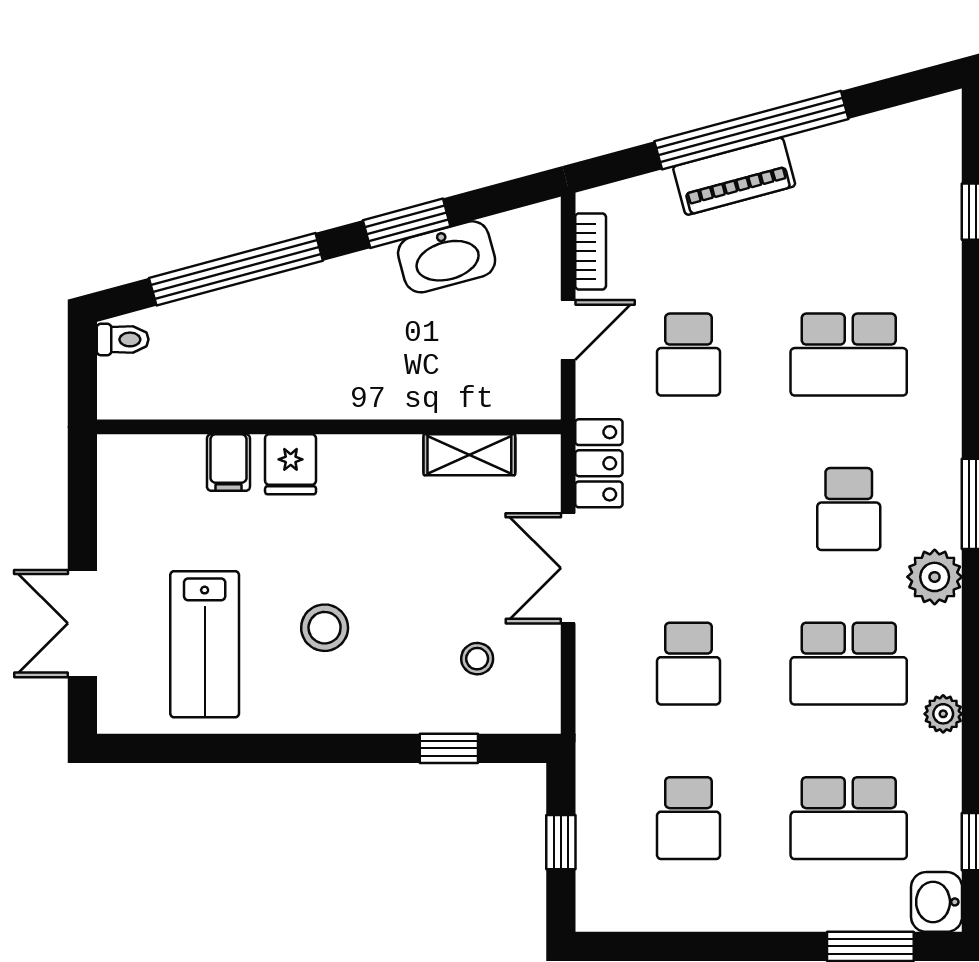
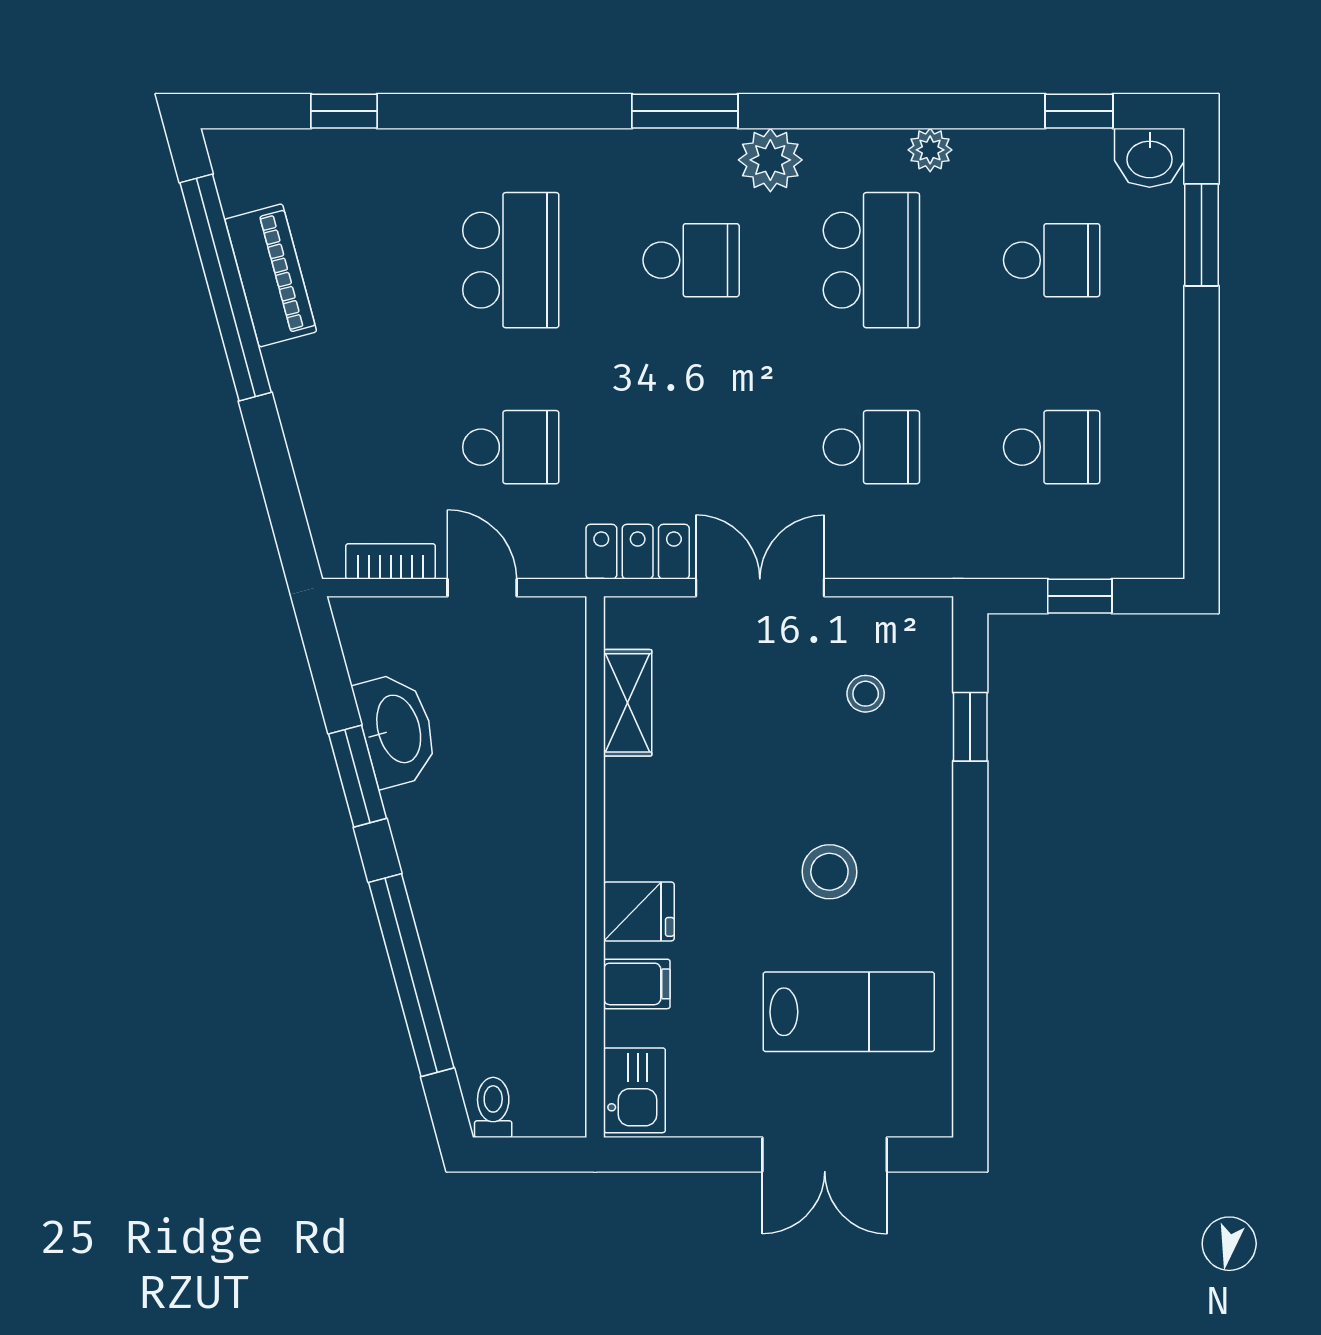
window: (751, 130) -> (226, 288), moved
piano: (734, 176) -> (271, 275), moved
kitchen sink: (137, 461) -> (634, 1090), added
double door: (568, 568) -> (760, 588), swing flipped
school desk: (849, 818) -> (1052, 260), width x0.54

